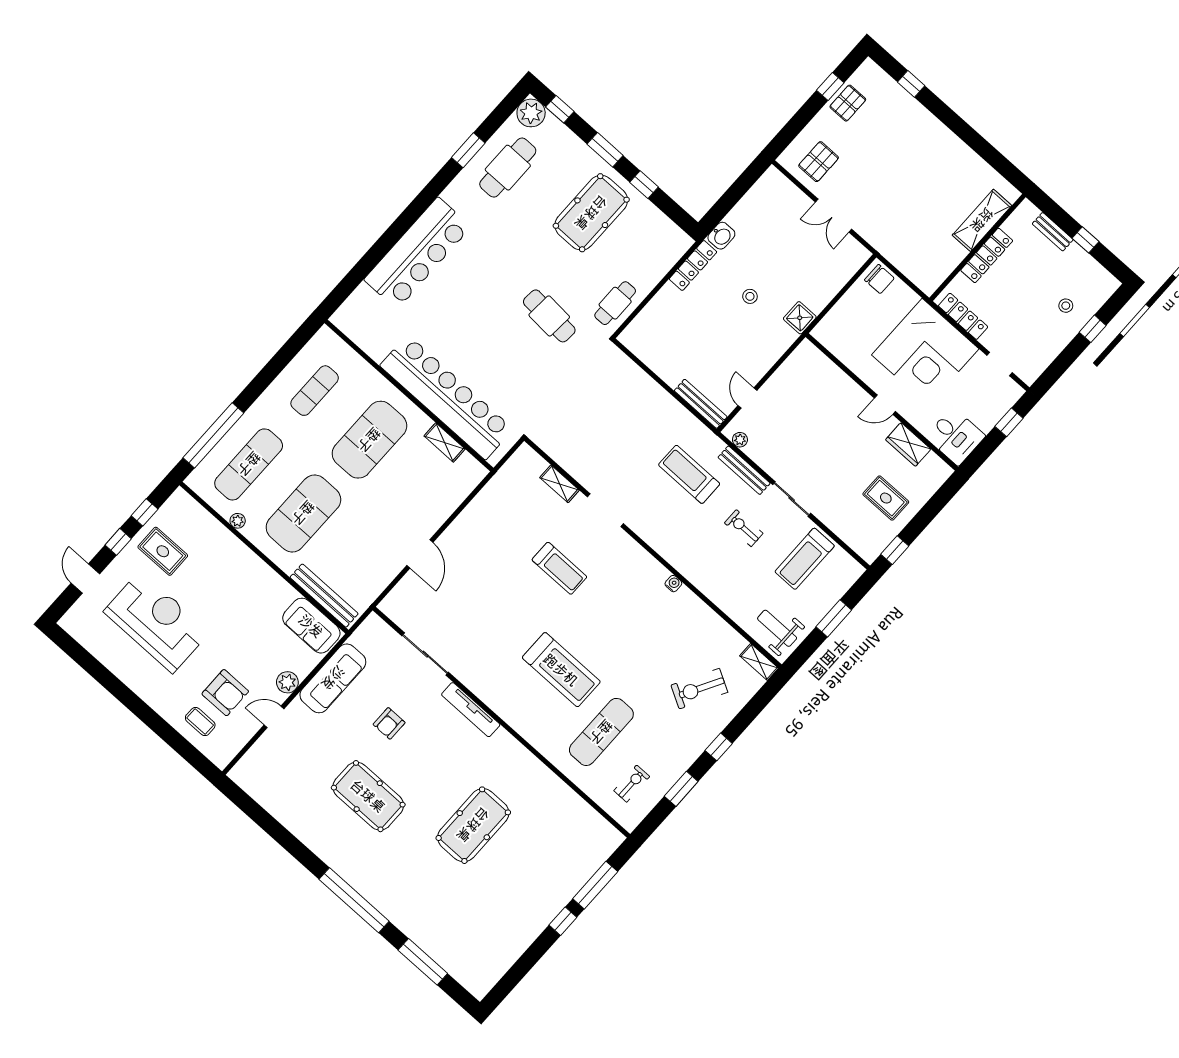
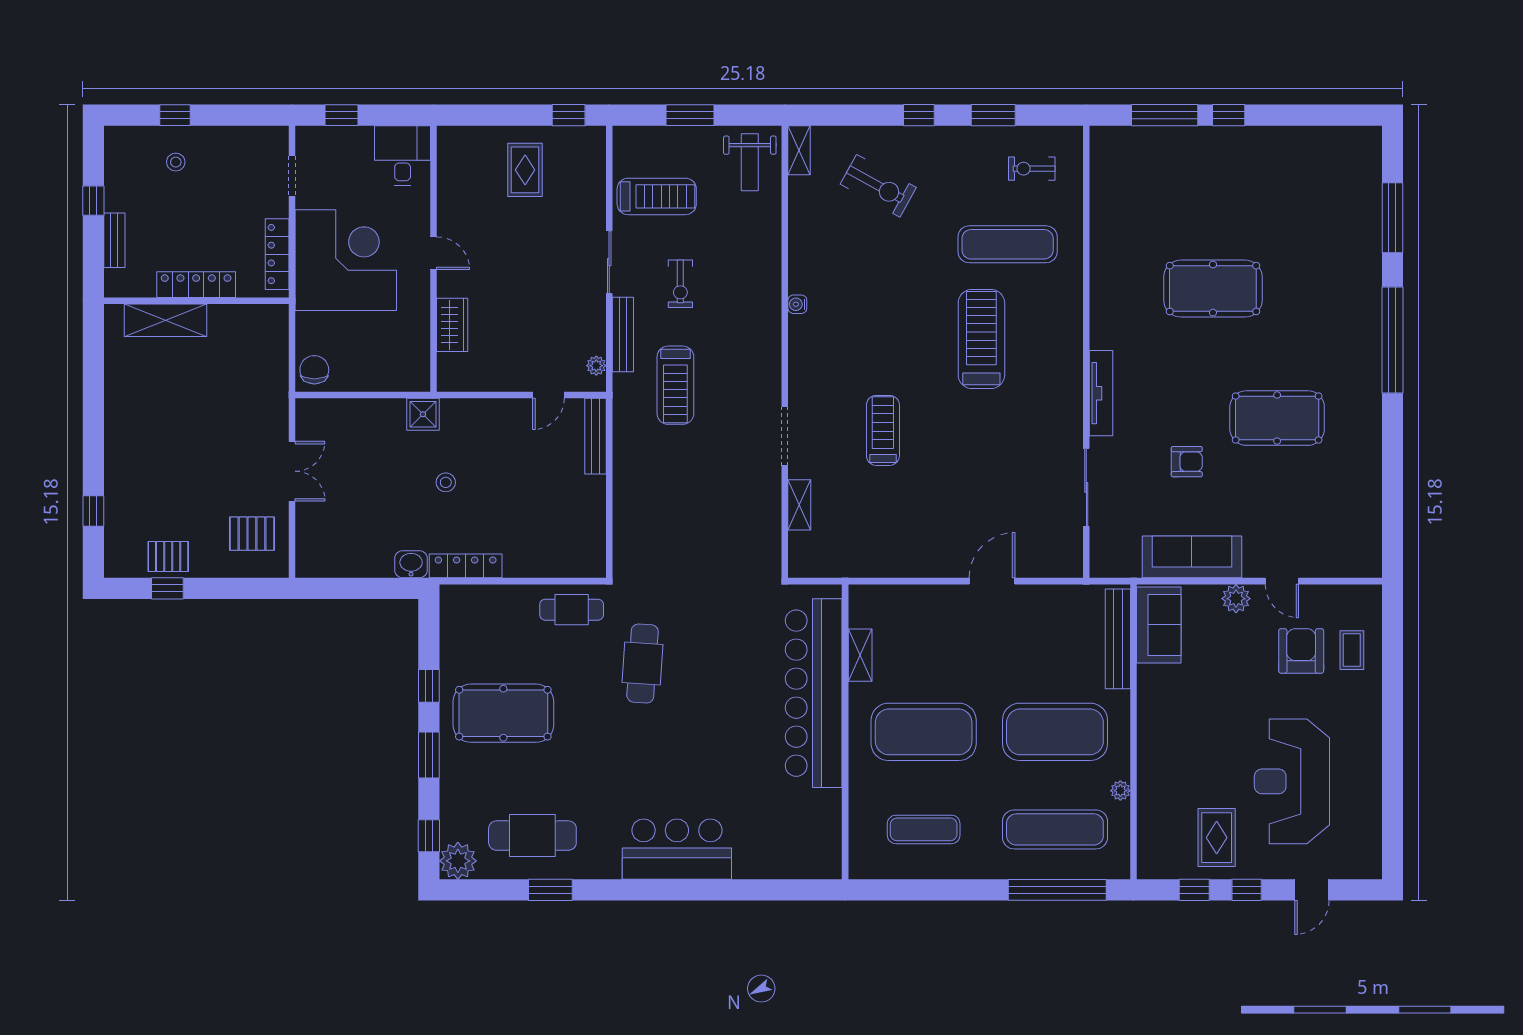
bar counter: (418, 253) -> (677, 849), width x0.73
wardrobe: (908, 444) -> (452, 325), moved
pool table: (368, 796) -> (1277, 418), turned 90

